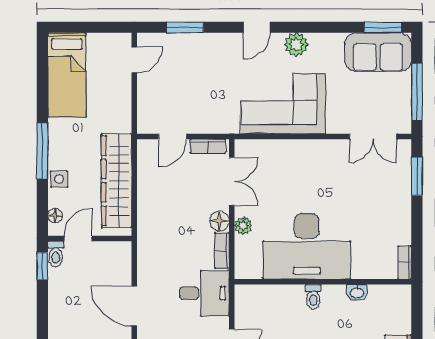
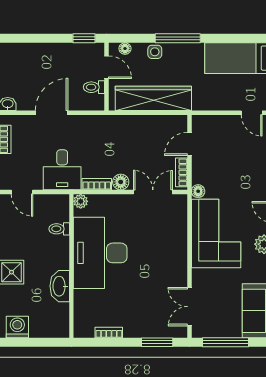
floor lamp: (231, 126) -> (198, 191), added
door: (173, 136) -> (189, 144), hinge flipped
double door: (232, 181) -> (153, 192), swing flipped
plant: (243, 226) -> (81, 201), moved
toilet: (56, 254) -> (94, 87), moved
bookcase: (405, 262) -> (109, 332), moved
washbasin: (357, 293) -> (60, 286), width x1.91, depth x1.45
toilet: (313, 297) -> (59, 229), moved

